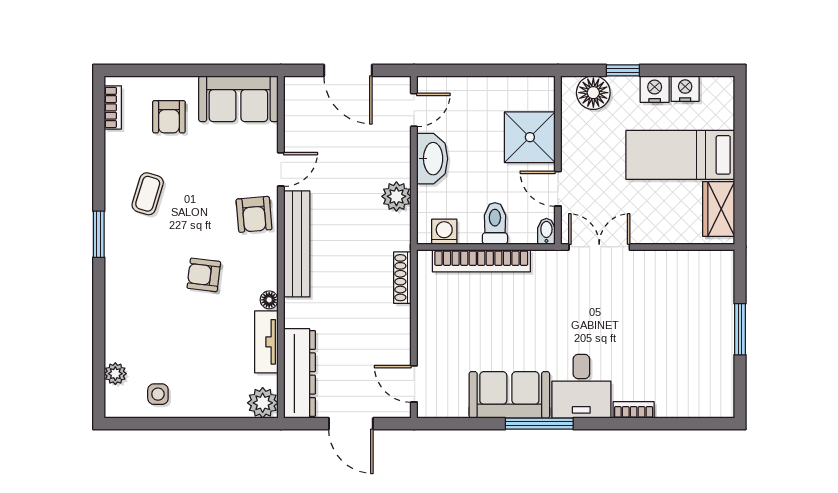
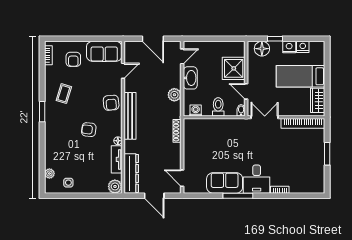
door: (281, 169) -> (123, 71), moved
bookcase: (481, 261) -> (303, 123), moved

